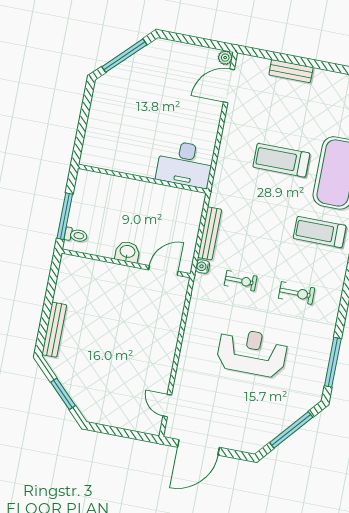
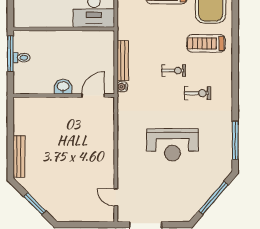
window: (65, 216) -> (10, 54), moved
toilet: (76, 235) -> (21, 58), moved
exercise bike: (241, 281) -> (174, 71), moved
reception desk: (252, 352) -> (172, 145), turned 180

